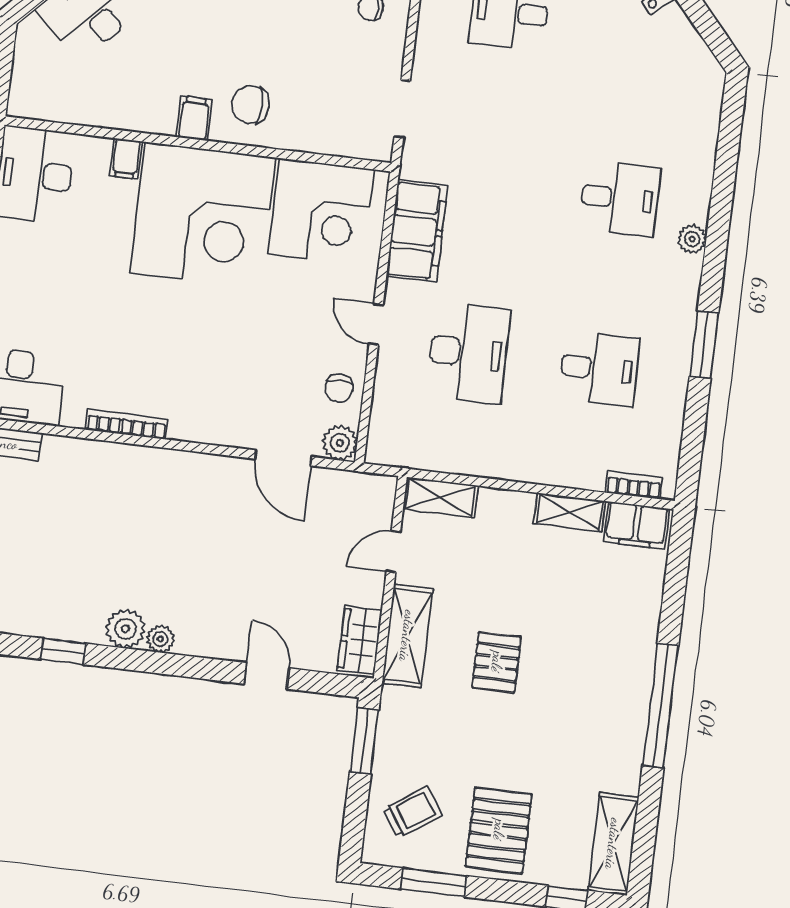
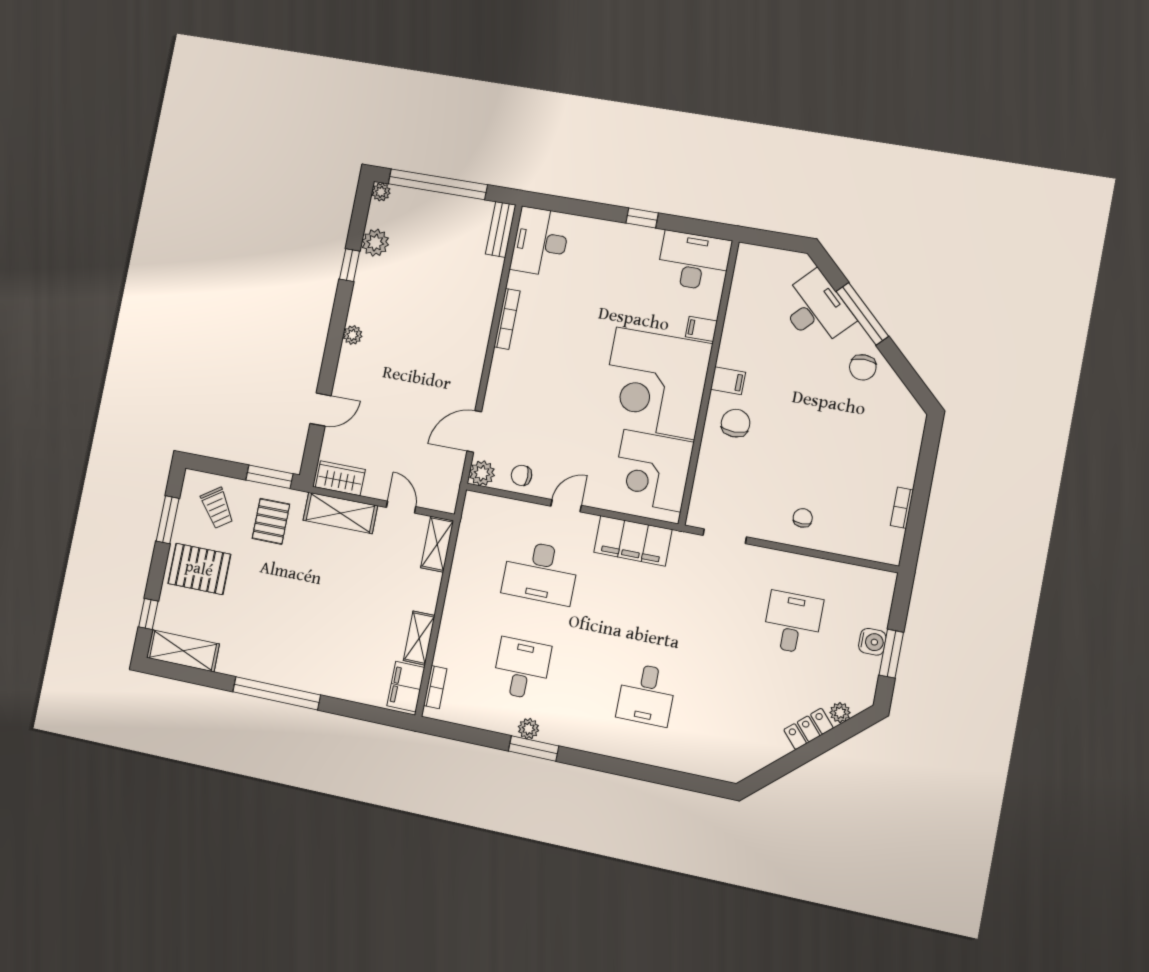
plant: (692, 239) -> (528, 729), moved
desk: (599, 369) -> (522, 669), turned 180
plant: (125, 629) -> (375, 243), moved
pallet: (497, 662) -> (271, 521), moved, turned 90

